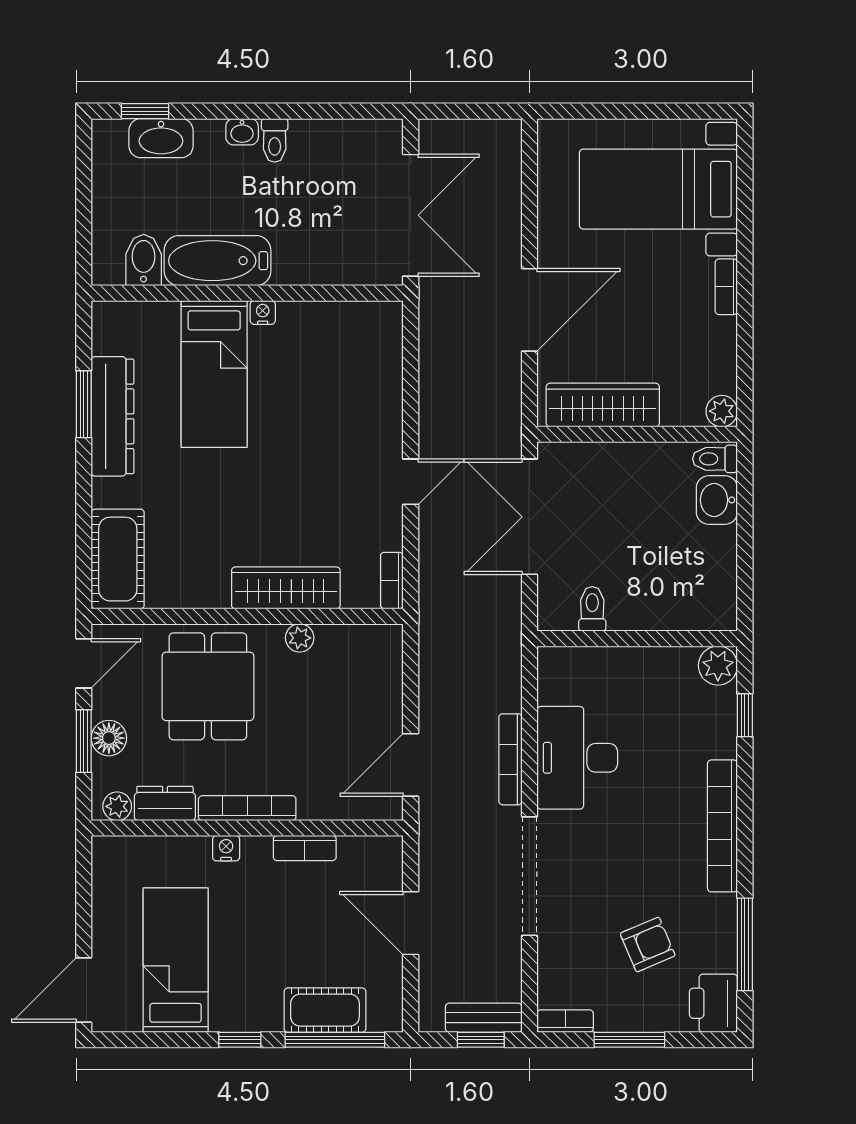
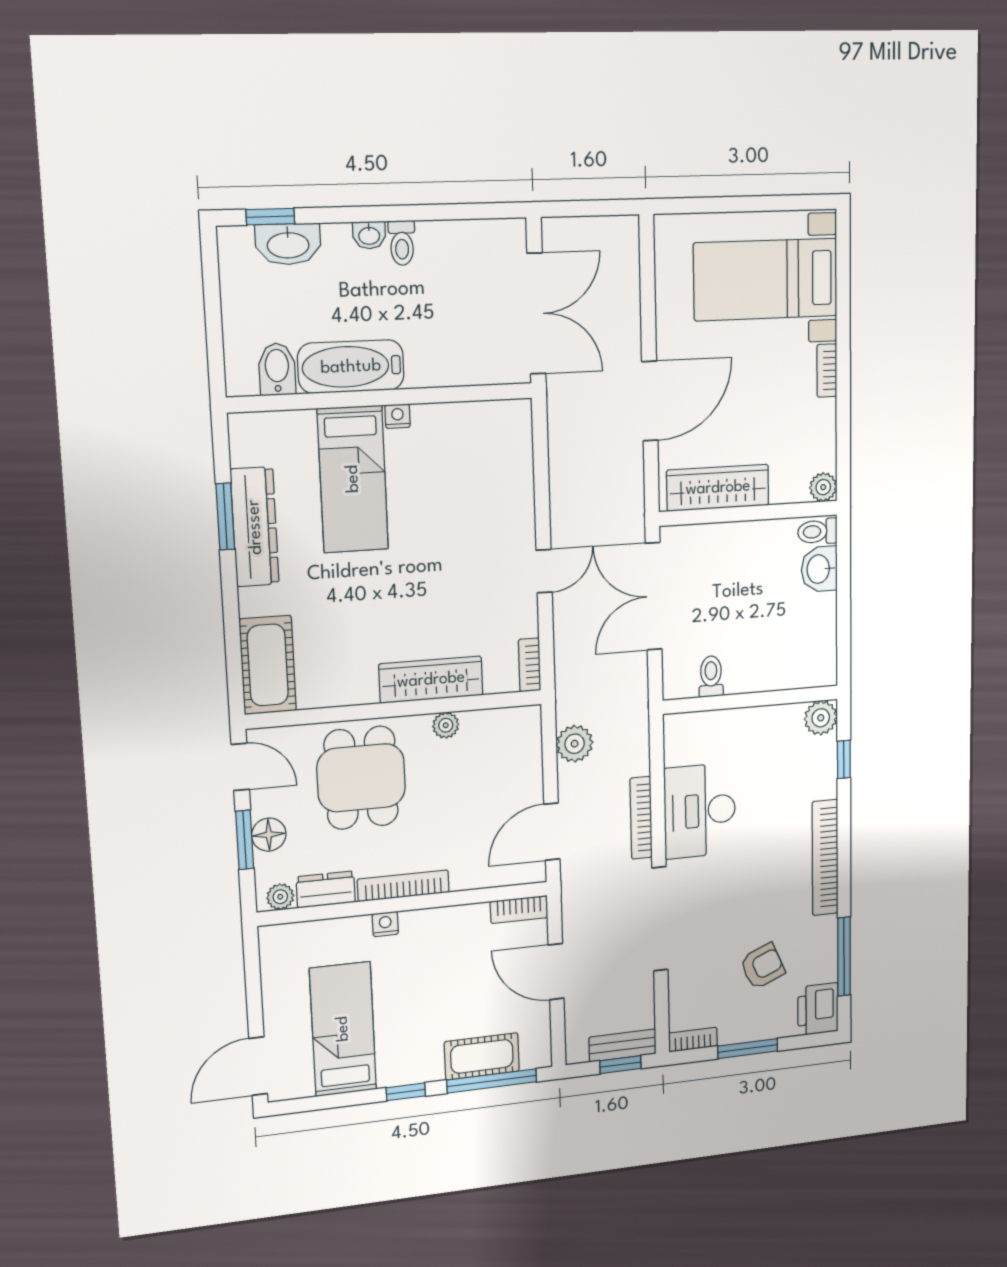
door: (84, 663) -> (240, 767), hinge flipped
plant: (438, 670) -> (575, 744), added
bookcase: (305, 848) -> (519, 909), moved

